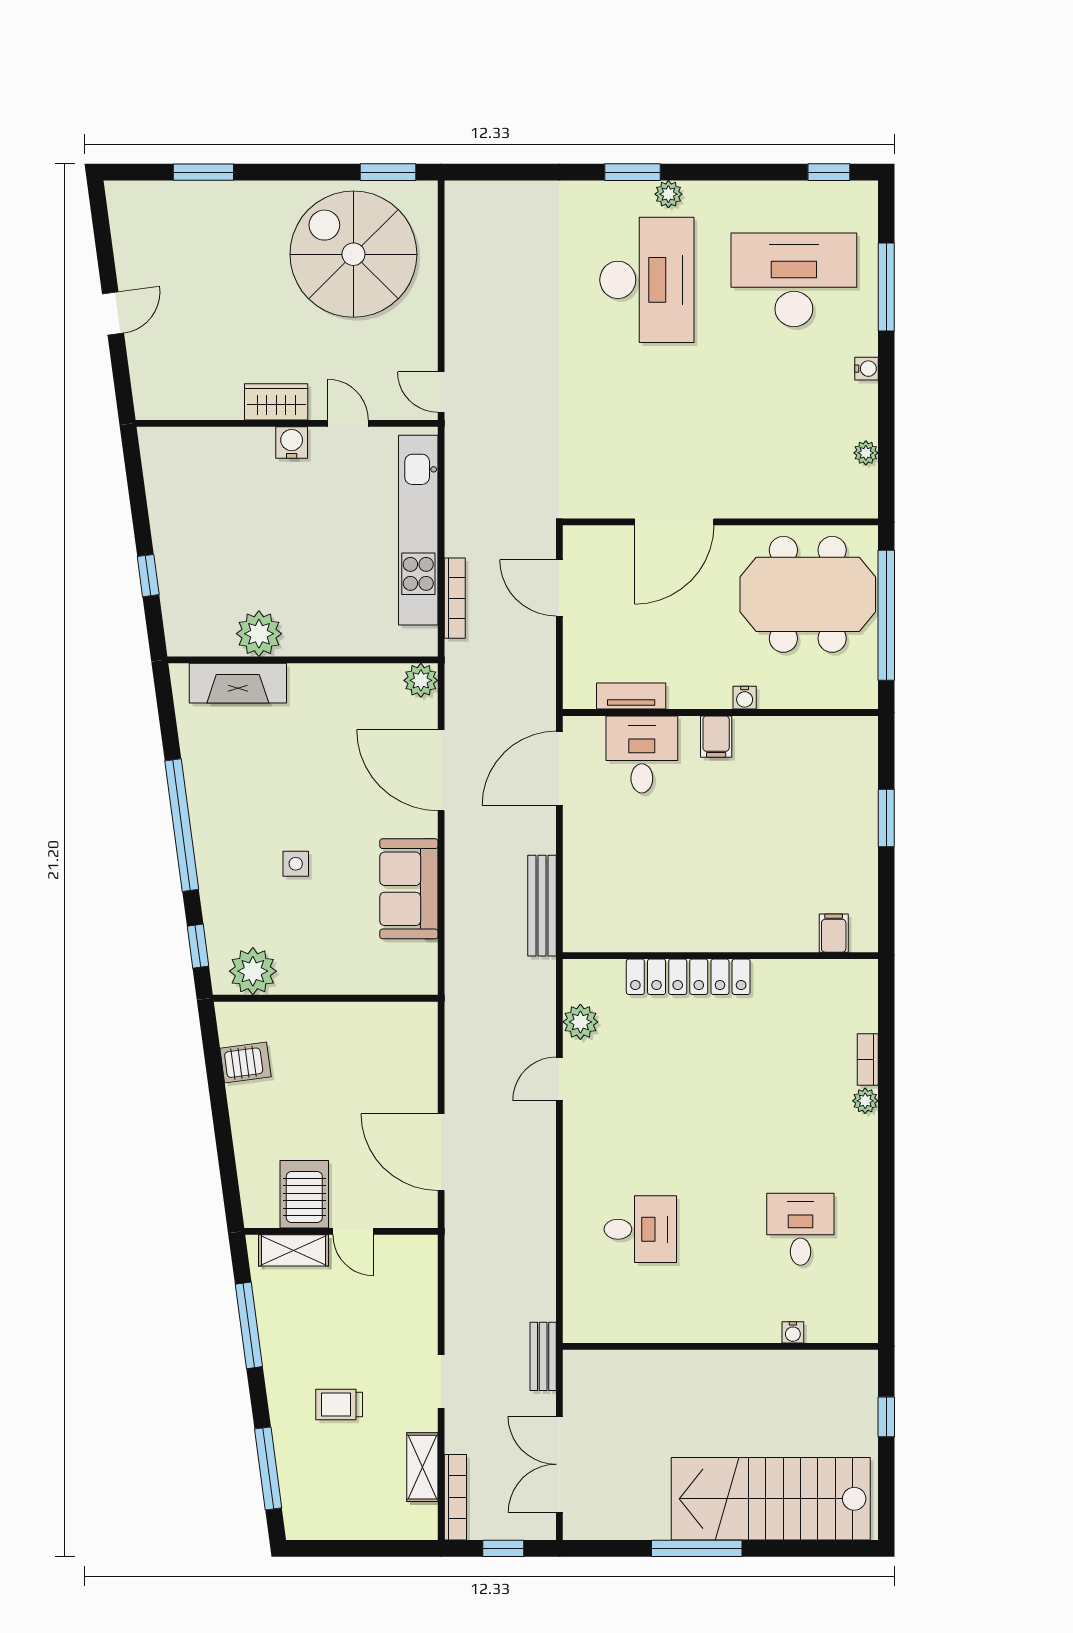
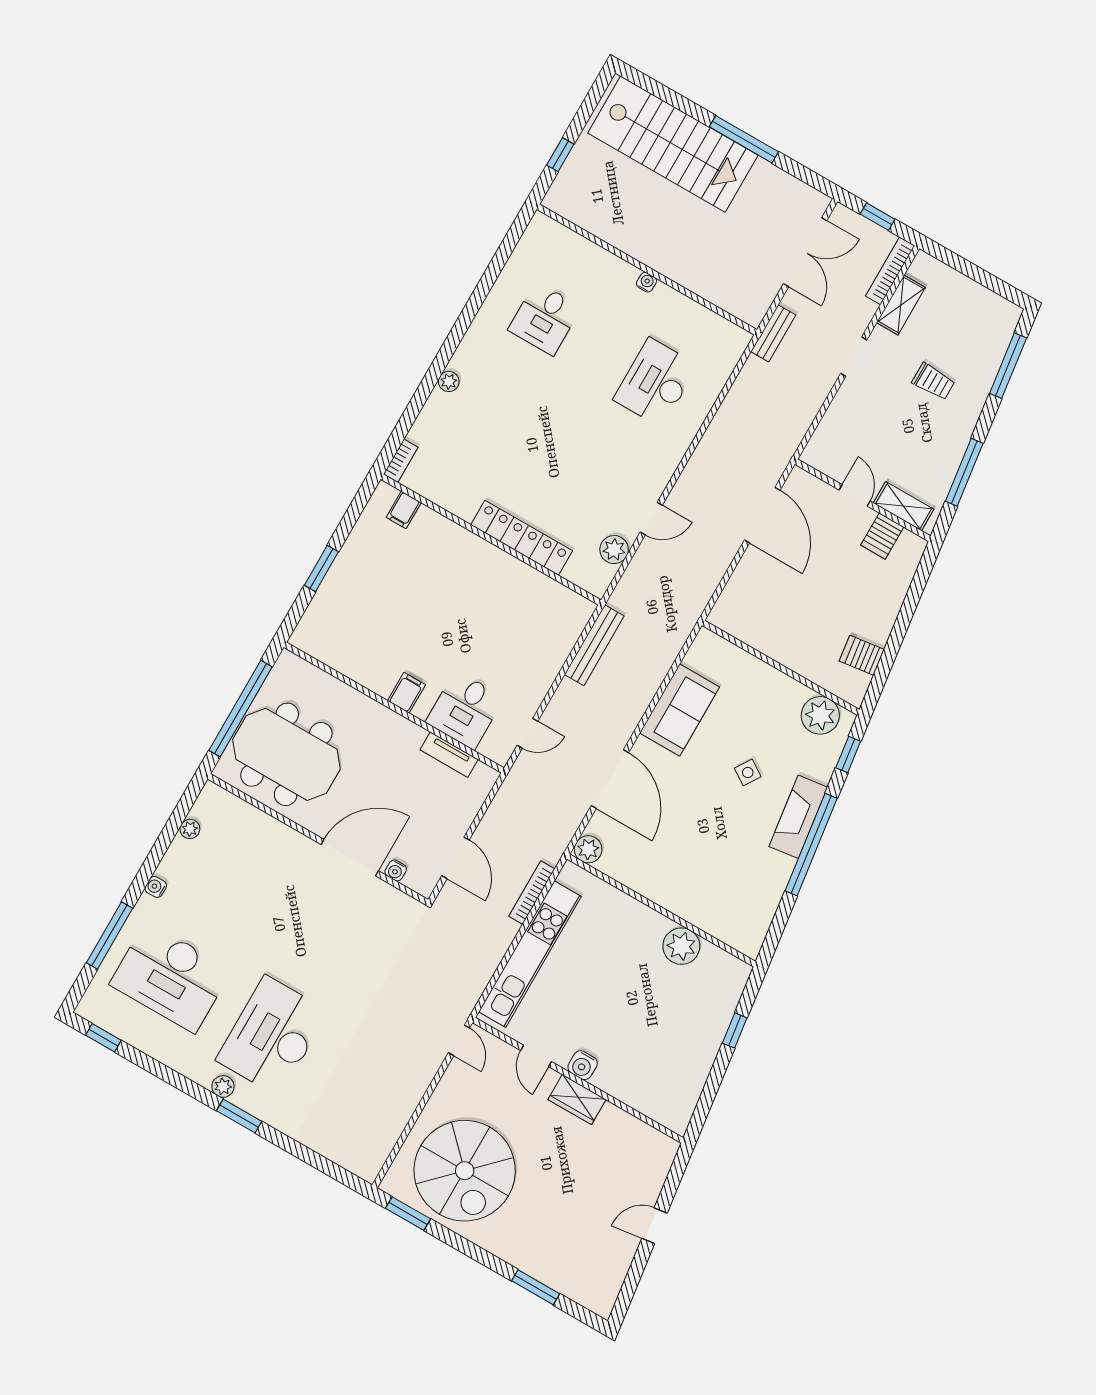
fireplace: (238, 683) -> (798, 817), moved, turned -98
water cooler: (745, 698) -> (396, 870), moved, turned 180
door: (559, 768) -> (527, 733), width x0.53
side table: (296, 864) -> (748, 772), turned 33
bookcase: (868, 1060) -> (401, 461), moved
server rack: (304, 1194) -> (882, 536), width x0.73, depth x0.70
desk: (640, 1229) -> (655, 382), width x1.37
water cooler: (793, 1332) -> (646, 282), moved

